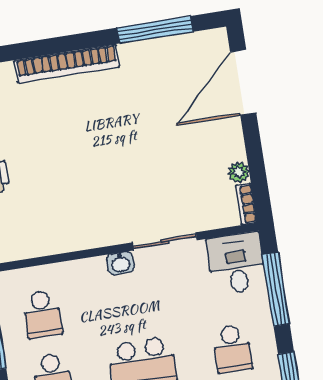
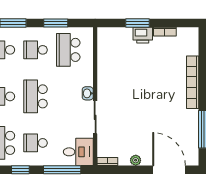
plant: (239, 172) -> (136, 160), moved
school desk: (42, 314) -> (68, 50), width x1.85

